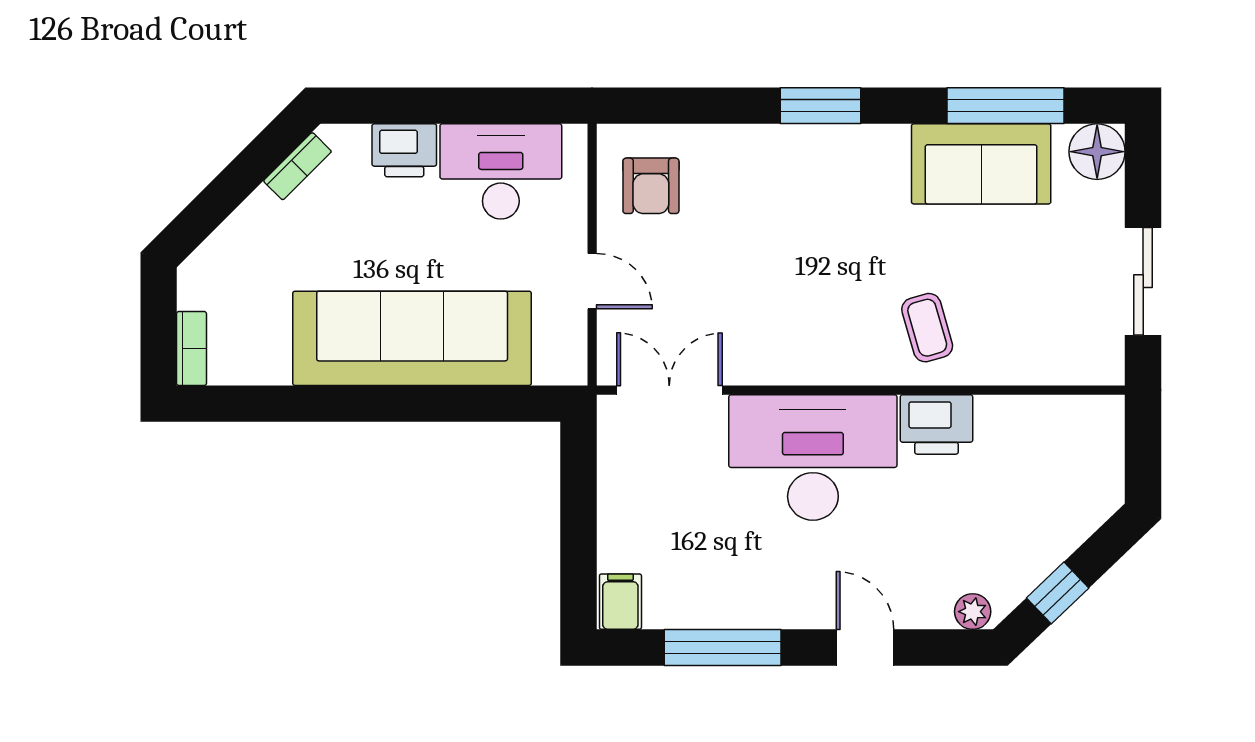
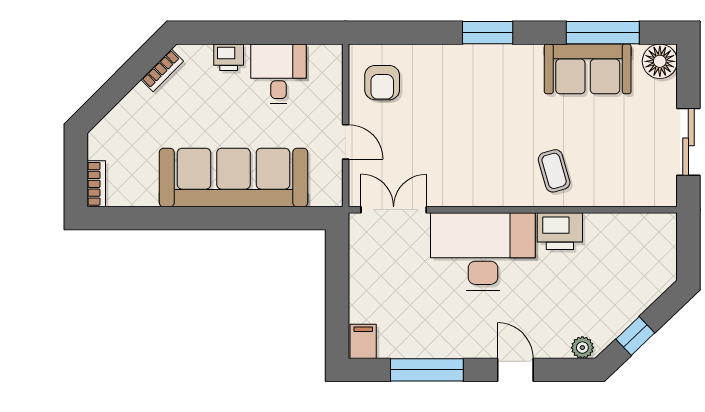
printer: (404, 150) -> (229, 57), width x0.73, depth x0.81
desk: (501, 171) -> (279, 74), width x0.73

